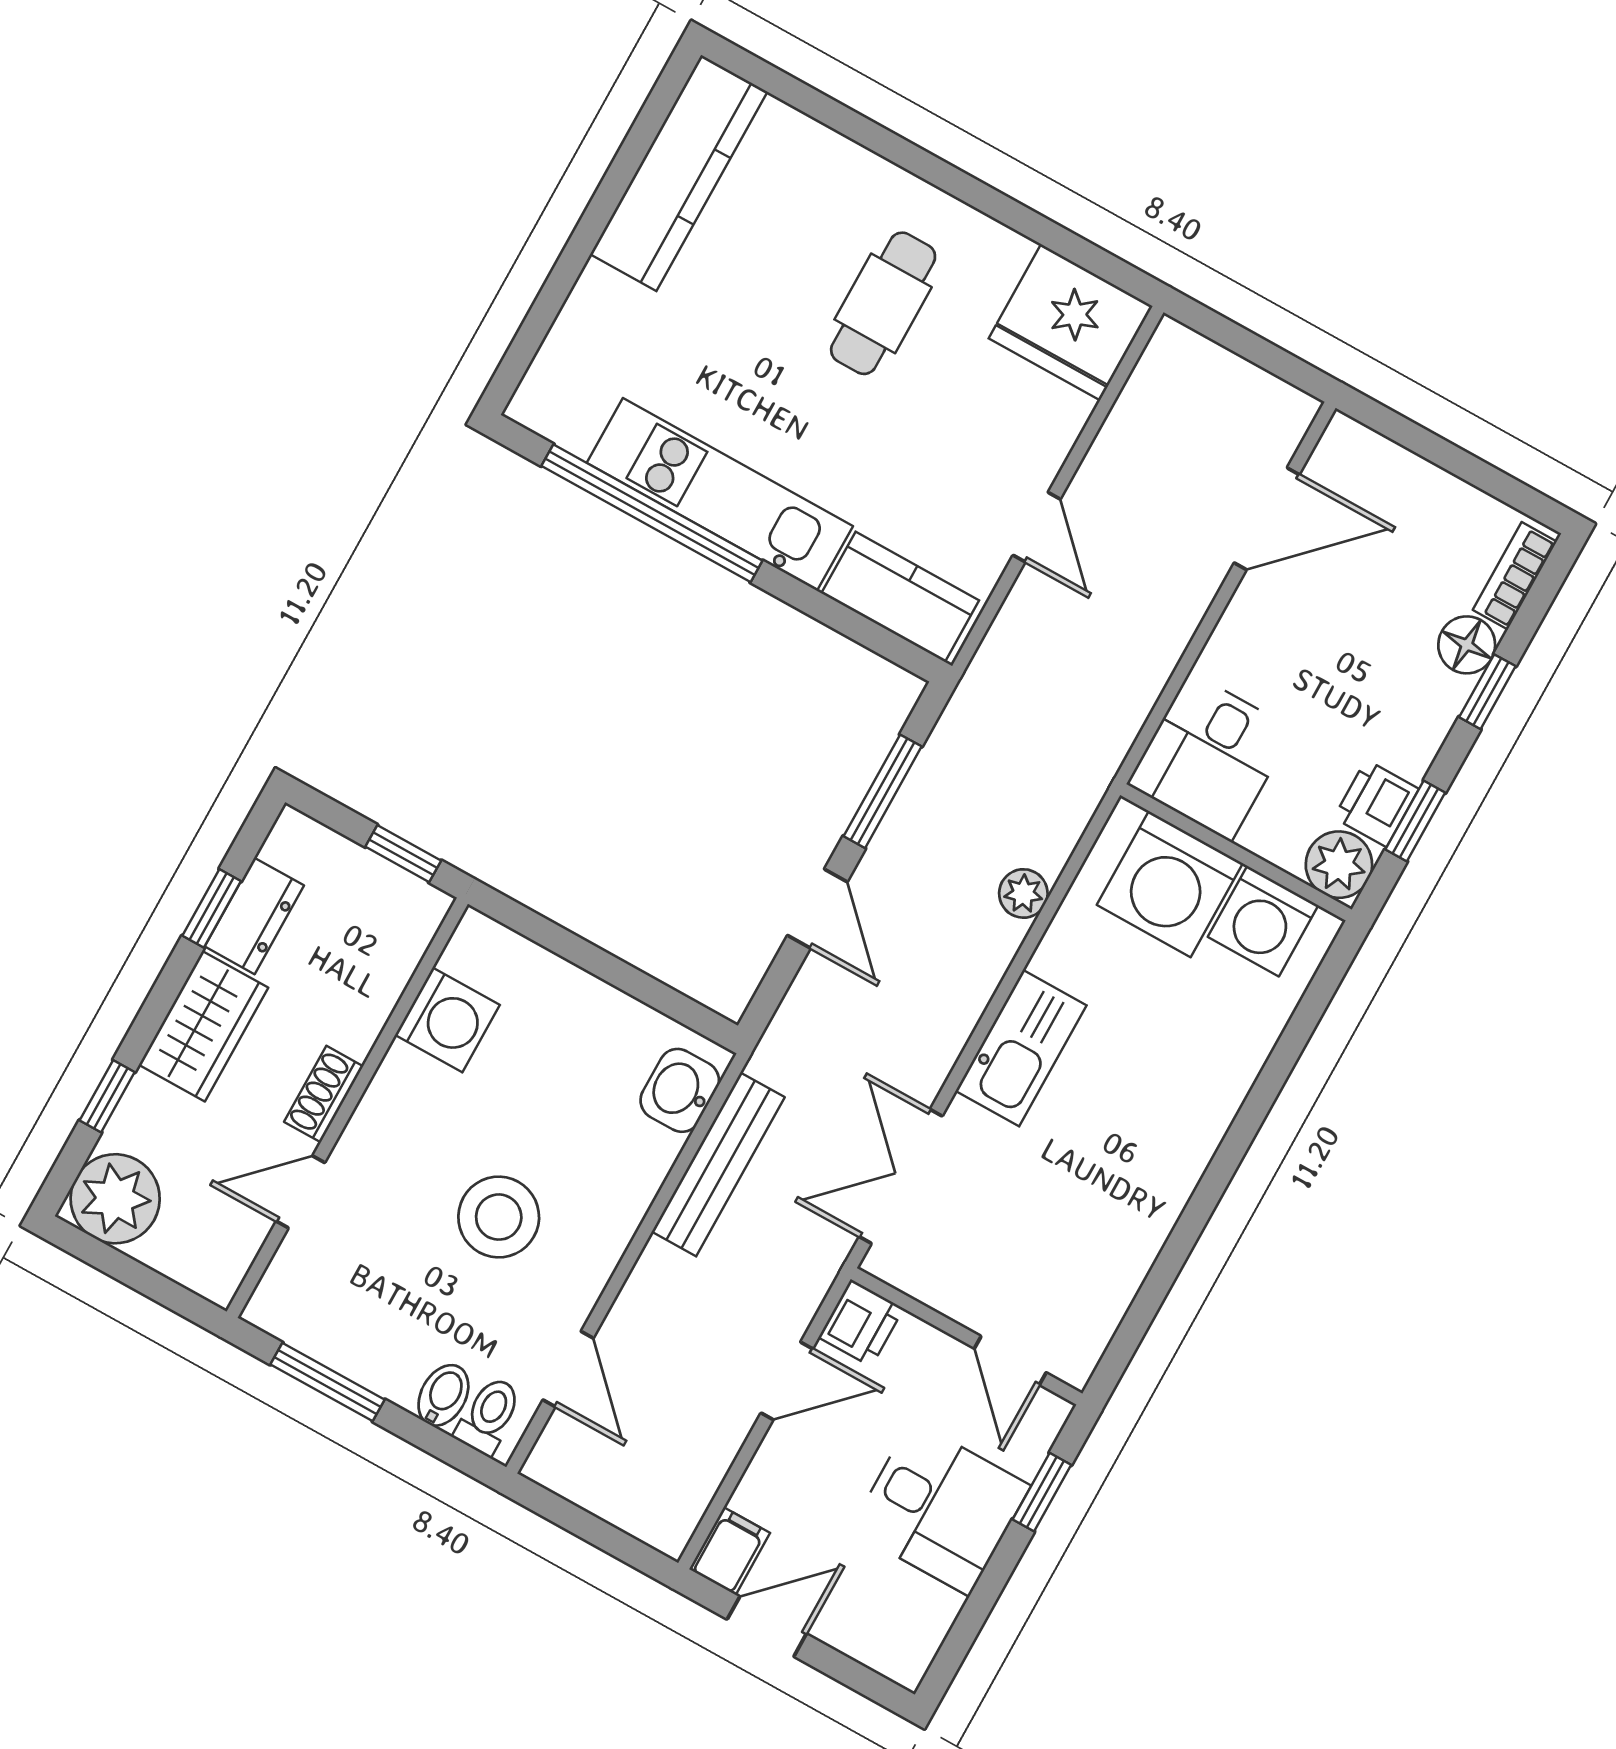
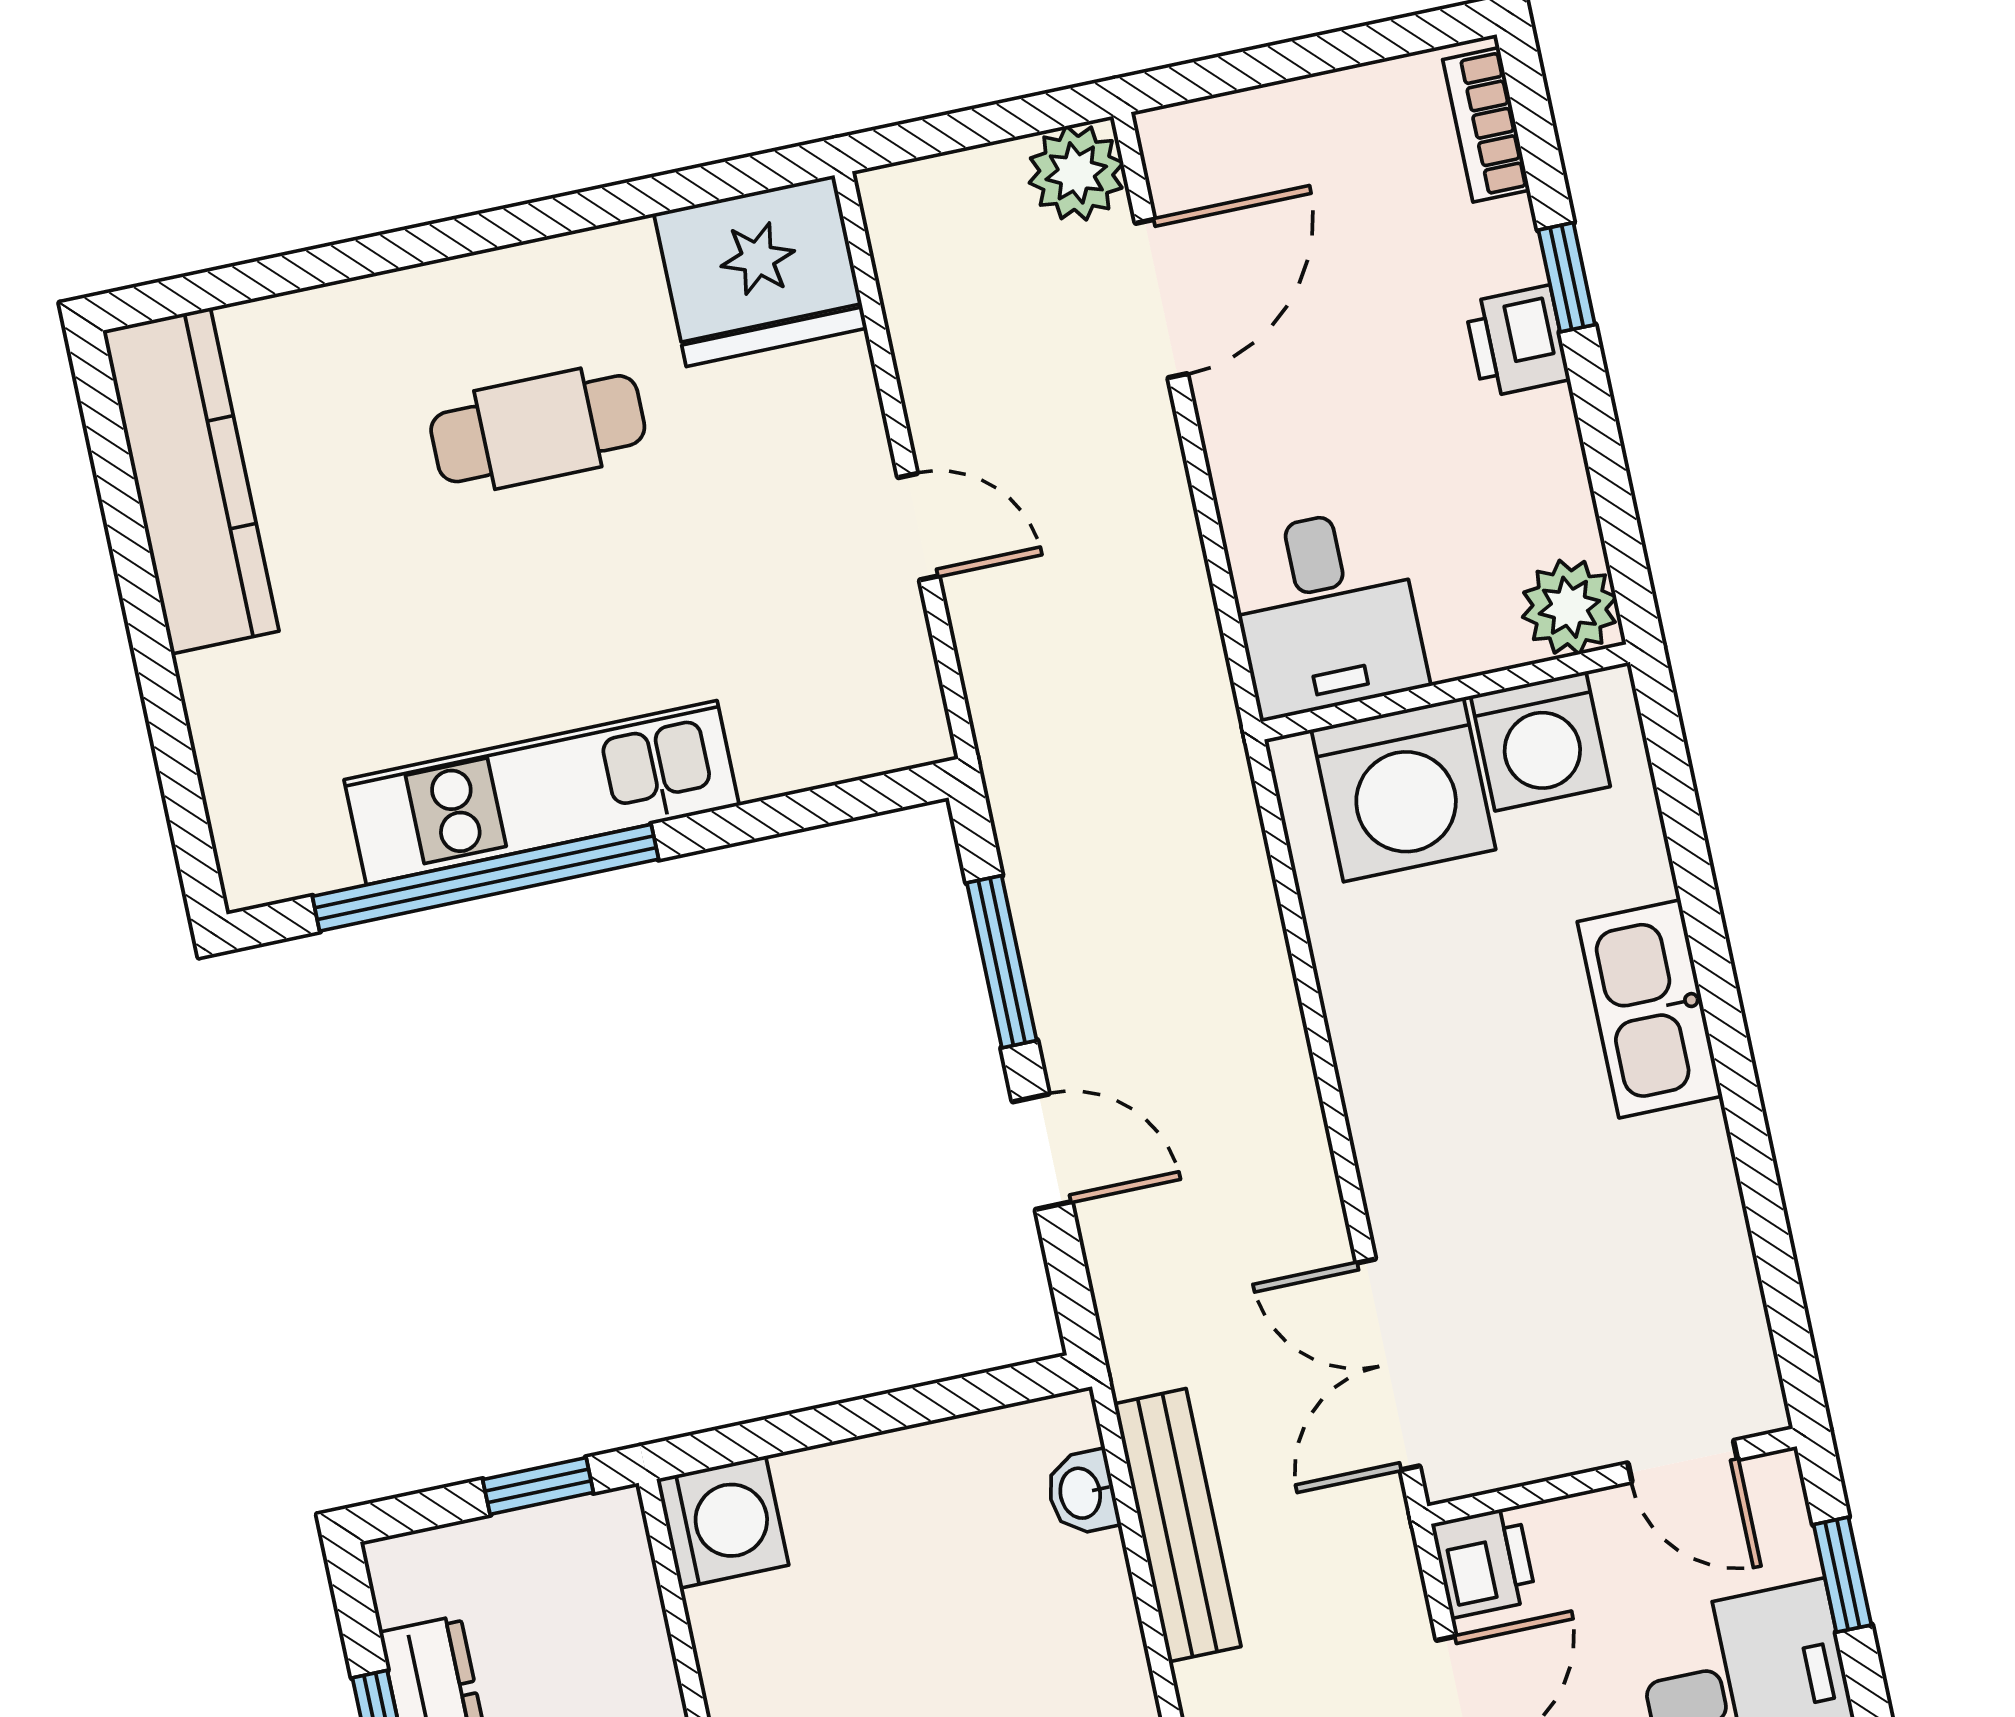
cafe table: (883, 303) -> (538, 429), turned 90
kitchen counter: (900, 597) -> (836, 733), removed
floor lamp: (1467, 645) -> (1500, 246), removed
printer: (1376, 803) -> (1517, 341), moved
window: (1415, 821) -> (1611, 487), removed
plant: (1023, 893) -> (1076, 173), moved, width x1.38, depth x1.38
washing machine: (447, 1020) -> (723, 1522), moved
kitchen sink: (1021, 1048) -> (1650, 1009), moved, turned 180
washbasin: (680, 1090) -> (1082, 1493), width x0.72, depth x0.69

